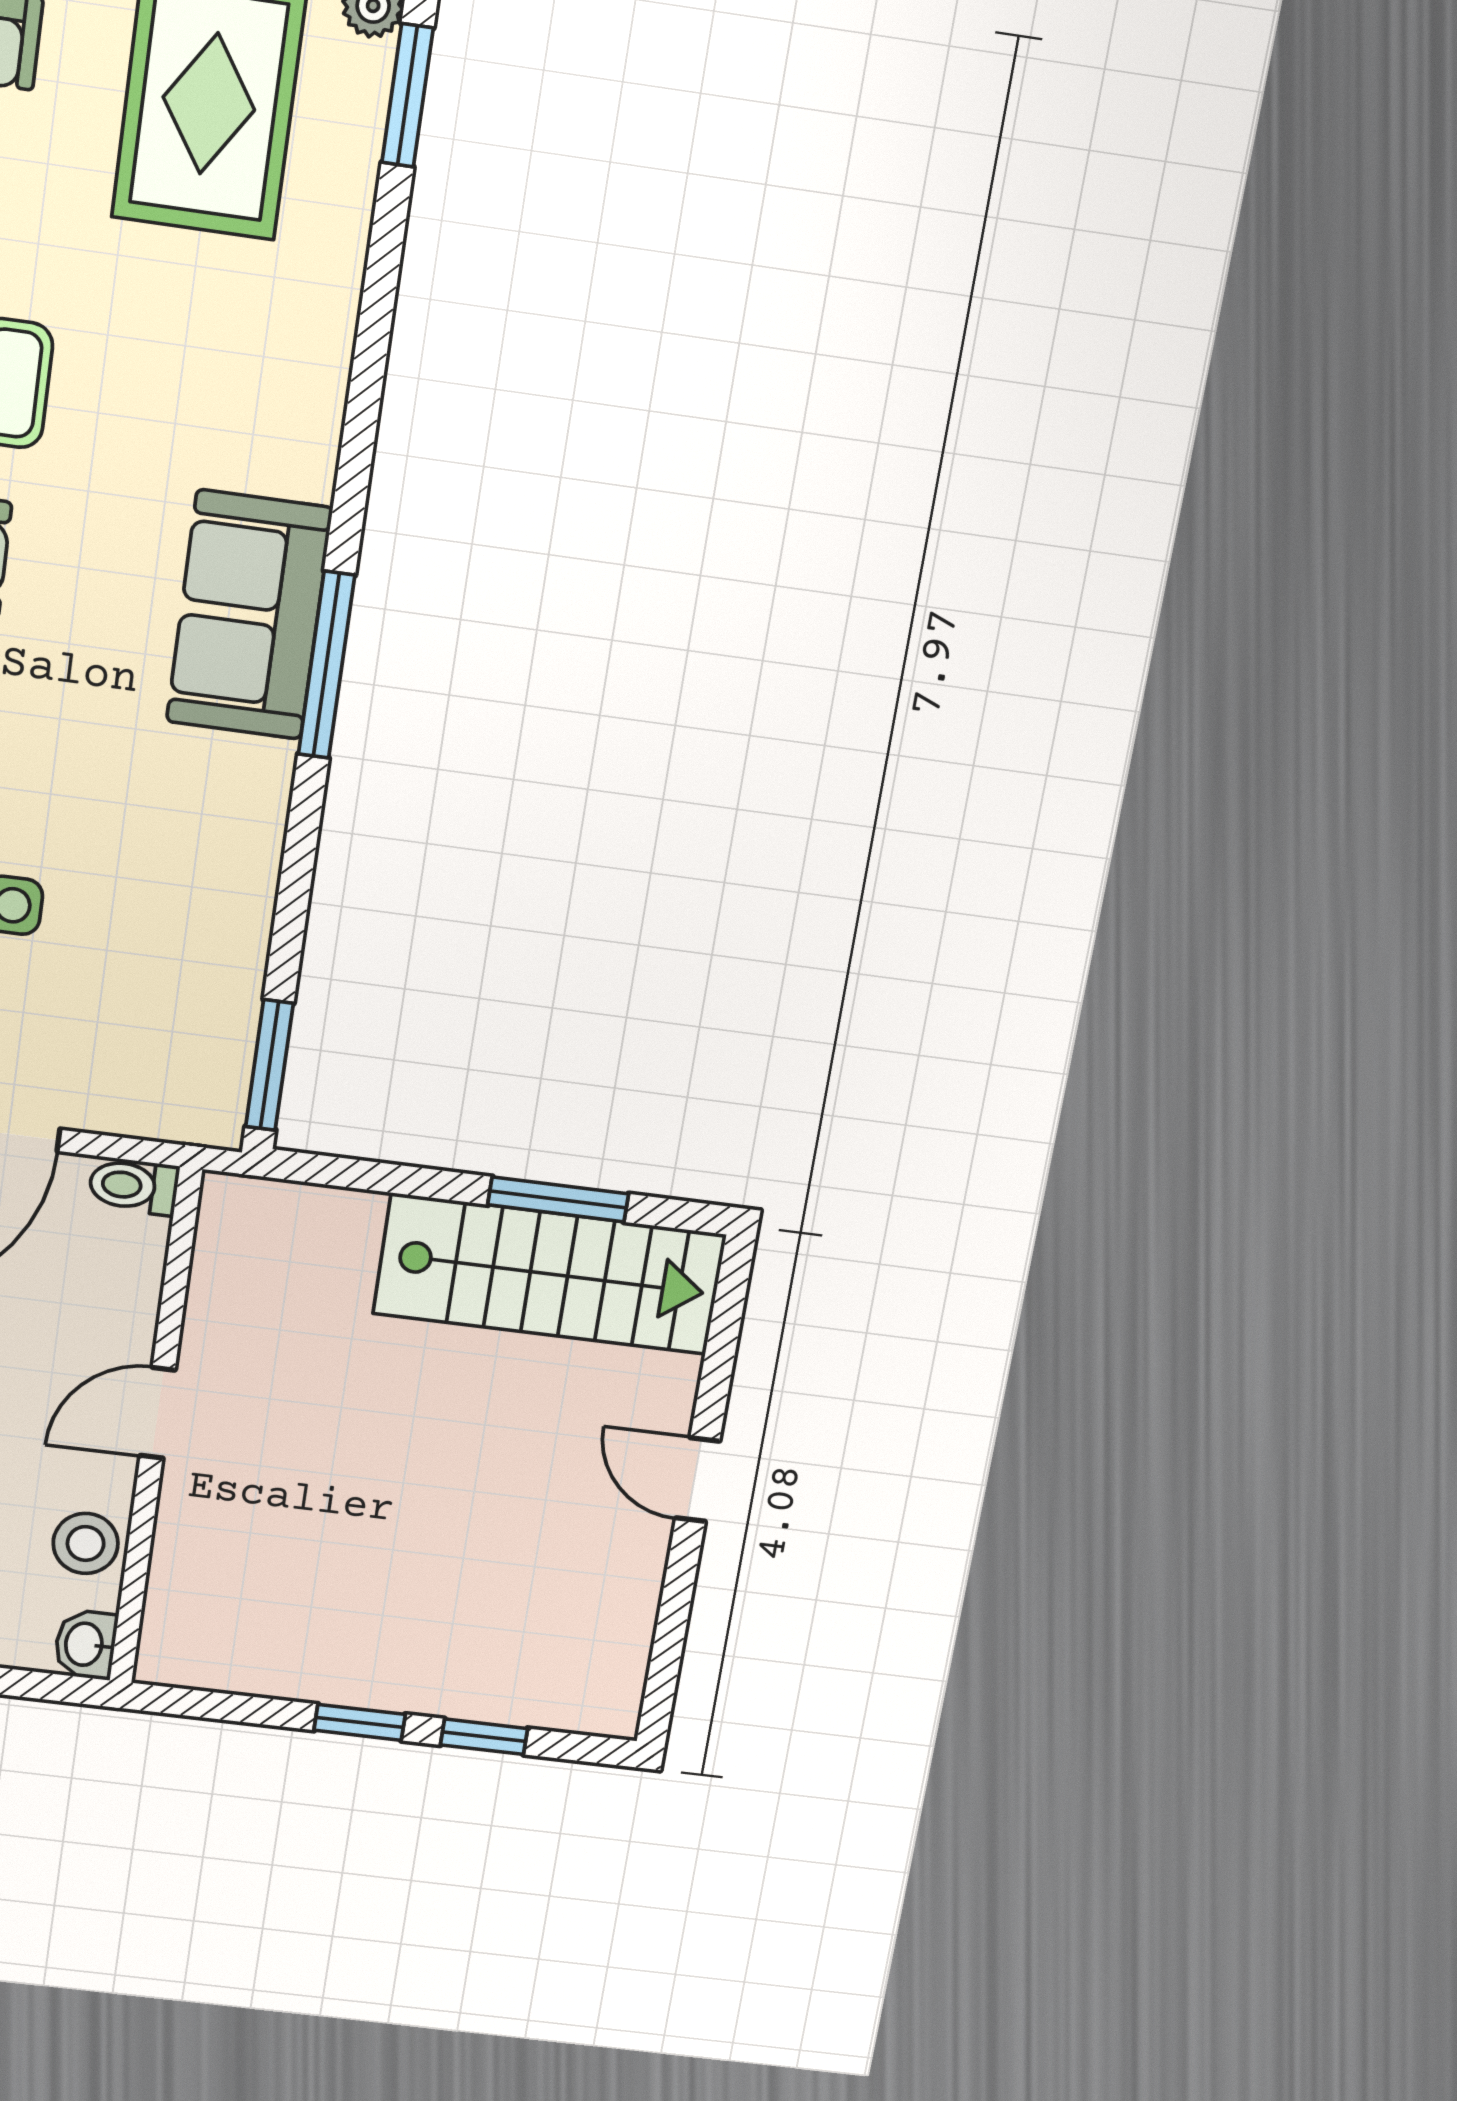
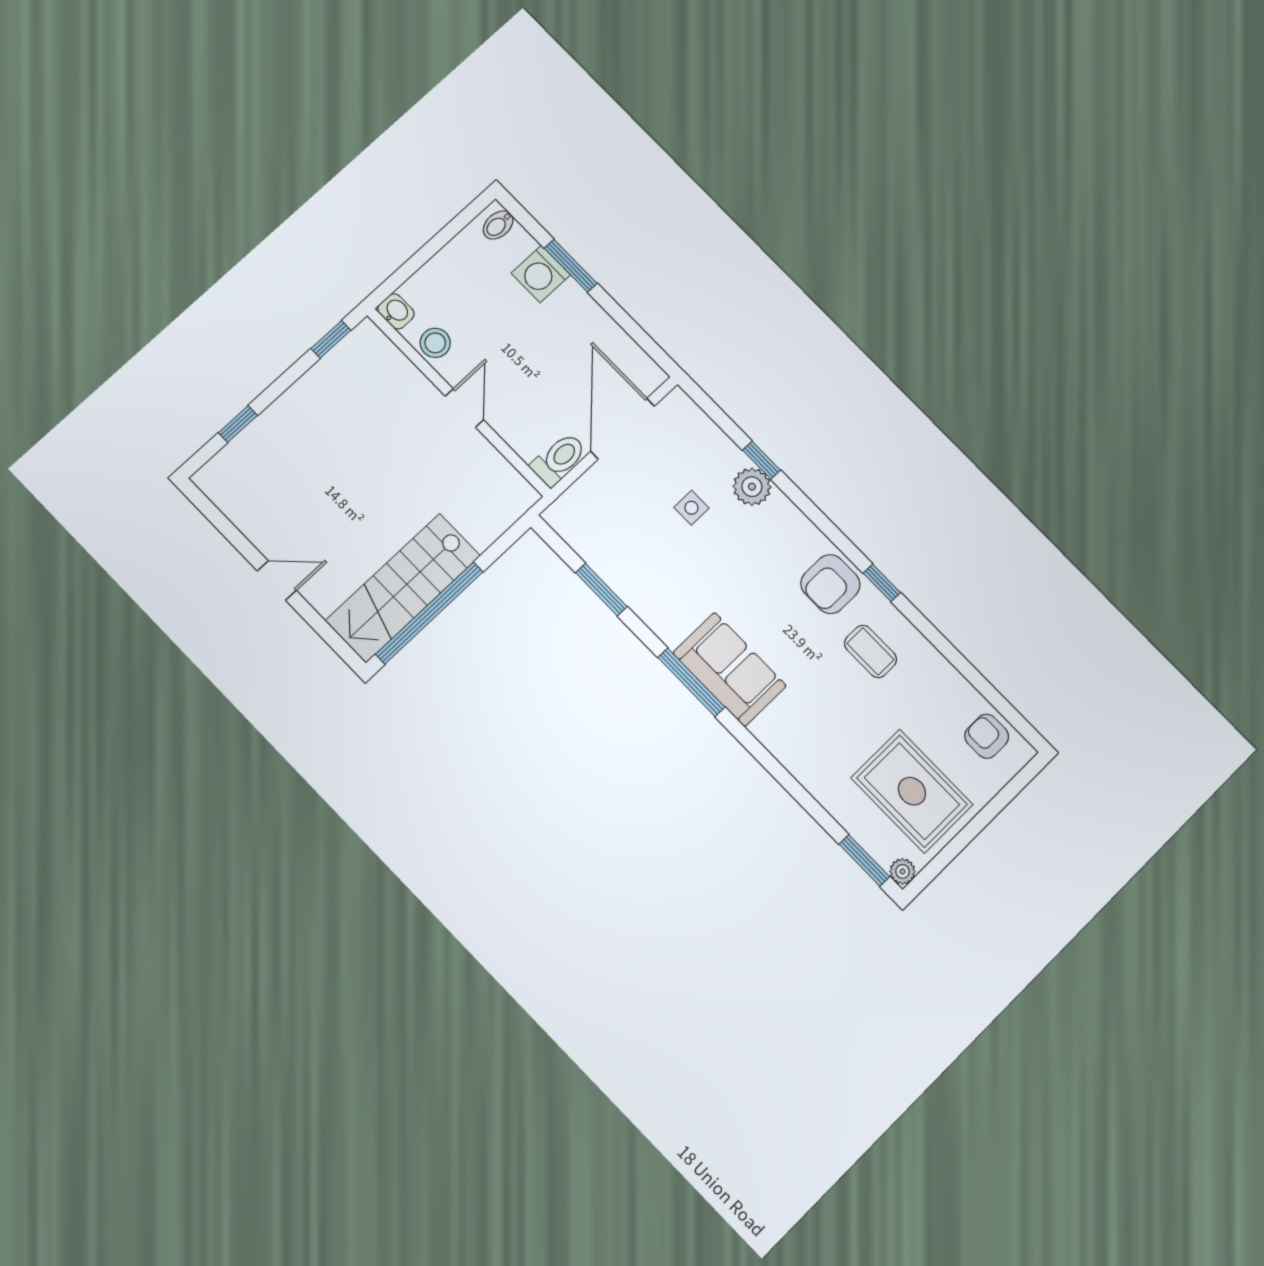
window: (269, 1065) -> (601, 590), moved
toilet: (134, 1186) -> (559, 459), width x1.37, depth x1.39
window: (558, 1199) -> (429, 613), width x2.11
window: (360, 1722) -> (331, 339), moved

